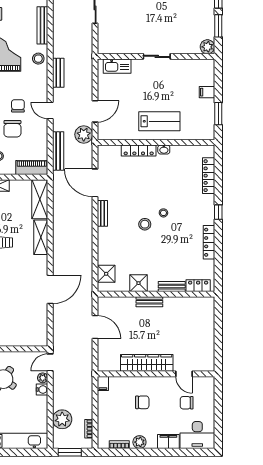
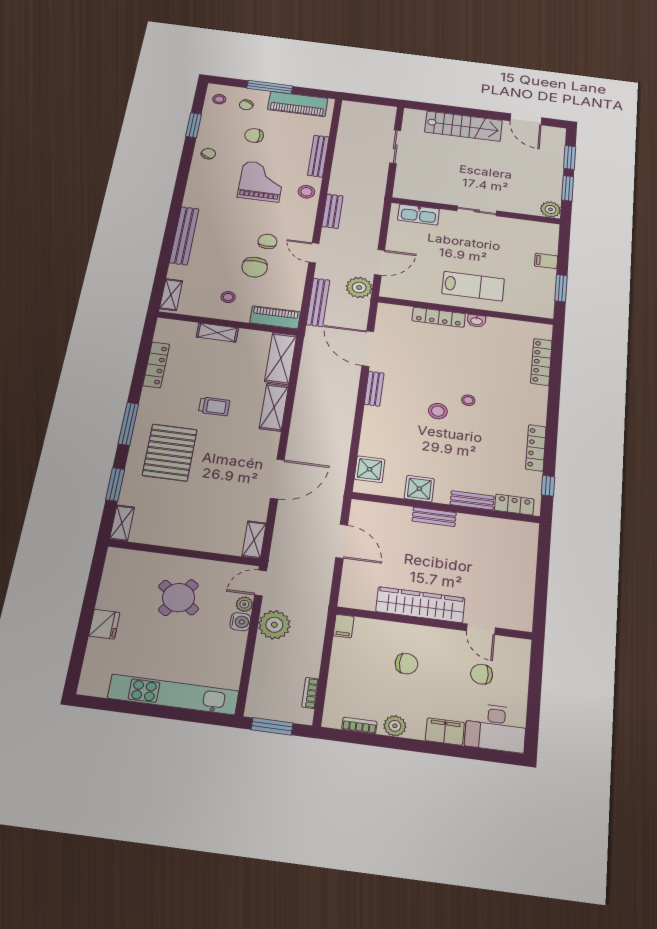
window: (218, 212) -> (548, 486), moved
shelving: (42, 334) -> (254, 540), added
plant: (62, 419) -> (274, 625), moved

